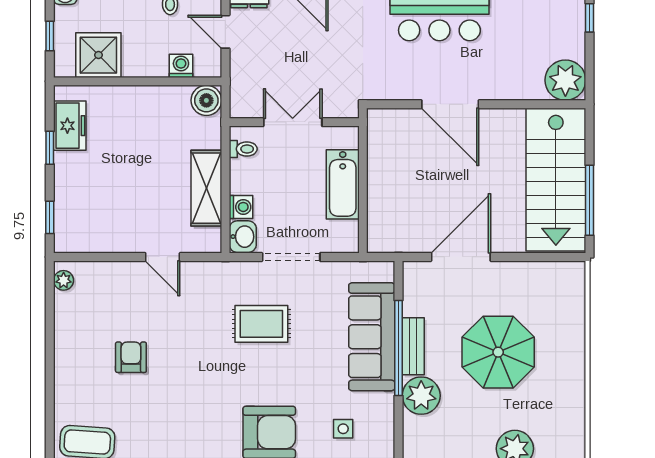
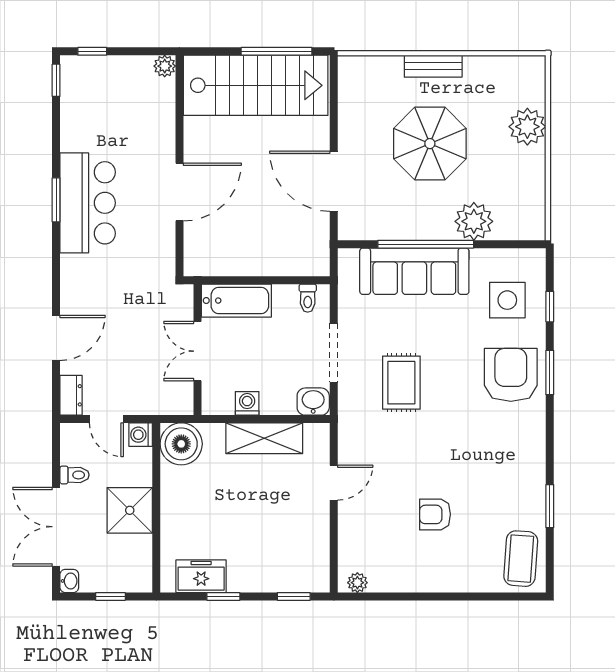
door: (225, 32) -> (106, 419), hinge flipped
shower: (98, 55) -> (130, 510), moved
washing machine: (181, 66) -> (141, 435), moved
plant: (565, 80) -> (165, 66), width x0.53, depth x0.53
boiler: (206, 100) -> (181, 444), width x1.37, depth x1.37
toilet: (243, 149) -> (308, 298), moved, turned 180
bathtub: (343, 184) -> (236, 301), moved
washing machine: (241, 207) -> (247, 403), moved
bench: (413, 346) -> (433, 66), moved
side table: (343, 429) -> (507, 300), width x1.87, depth x1.87

